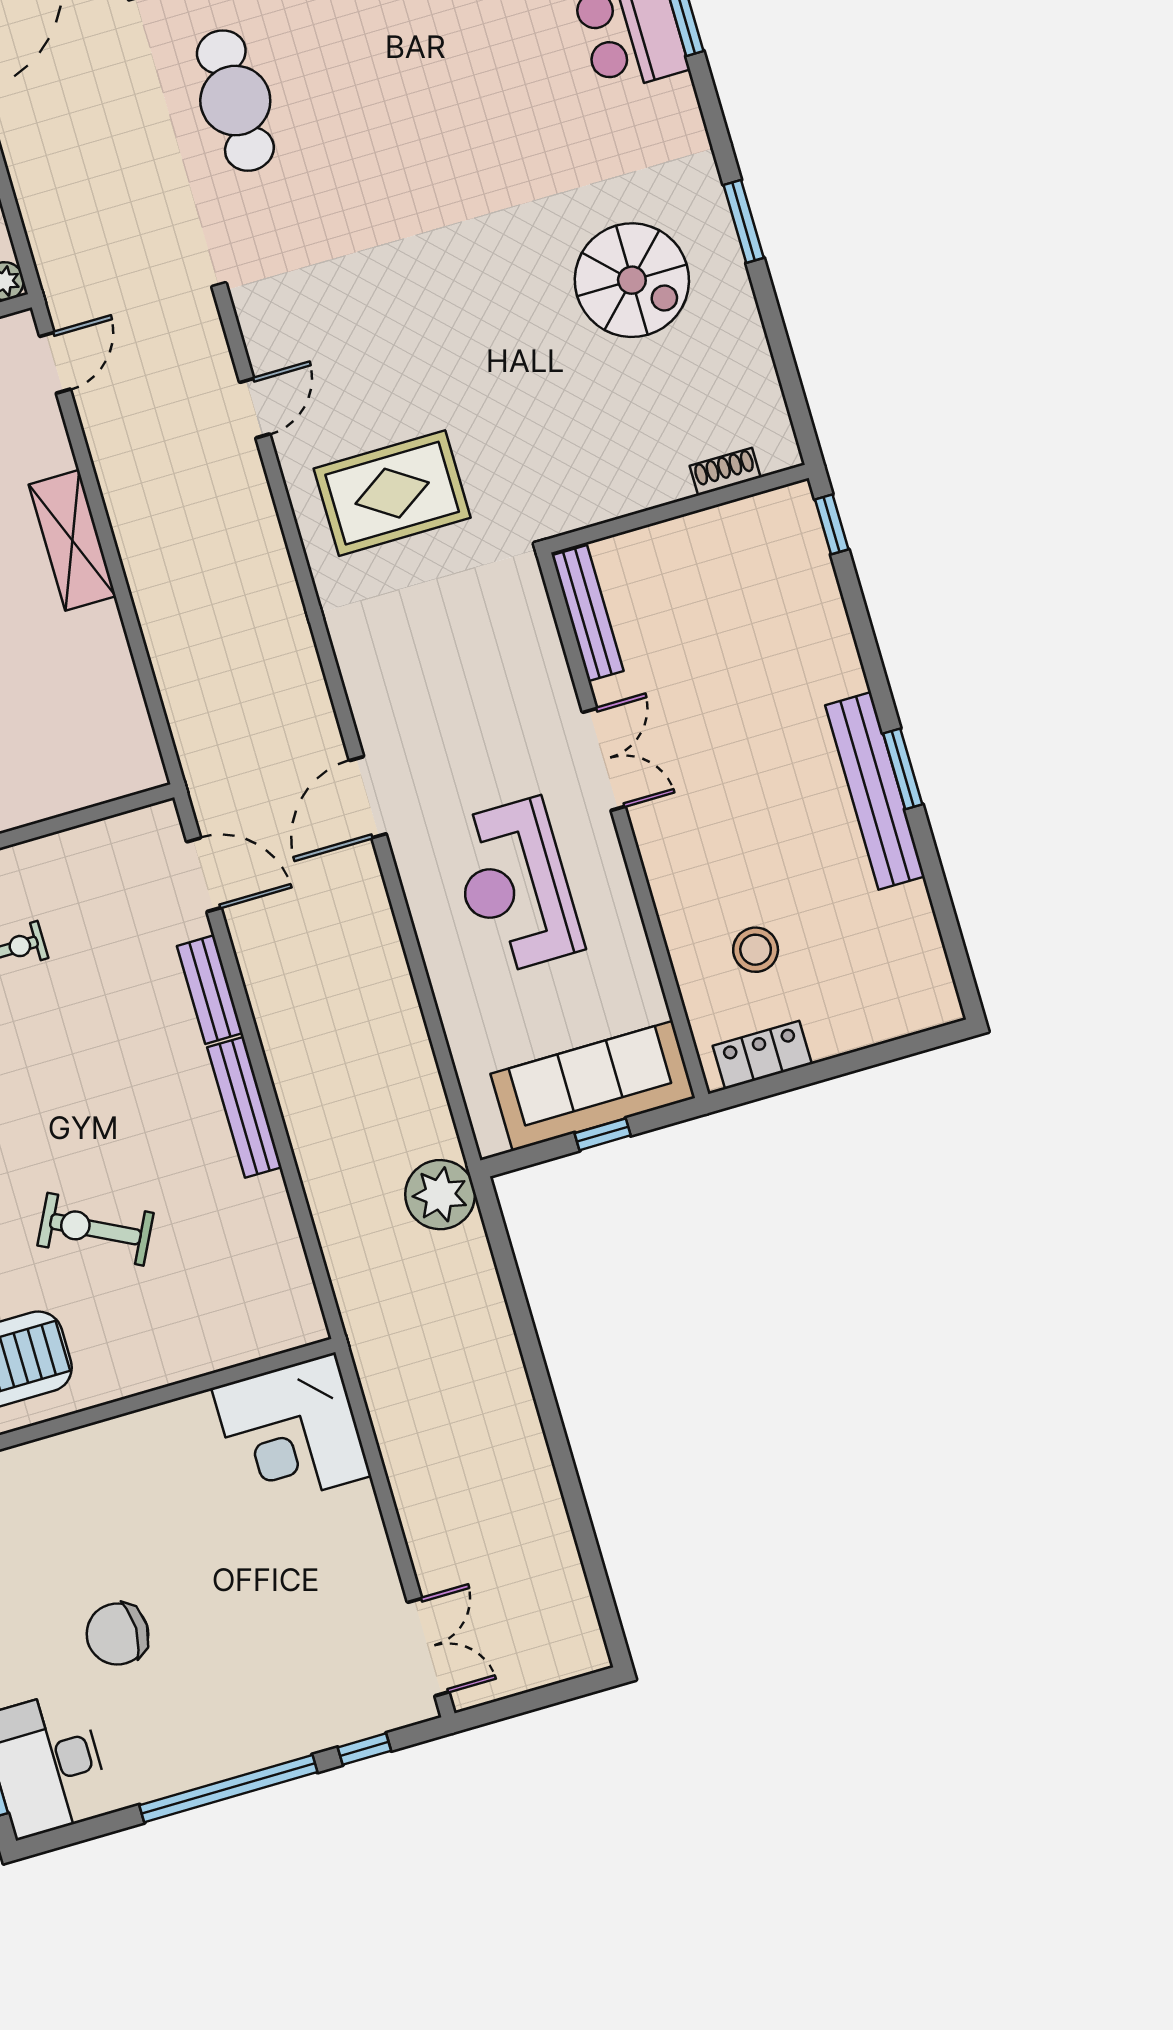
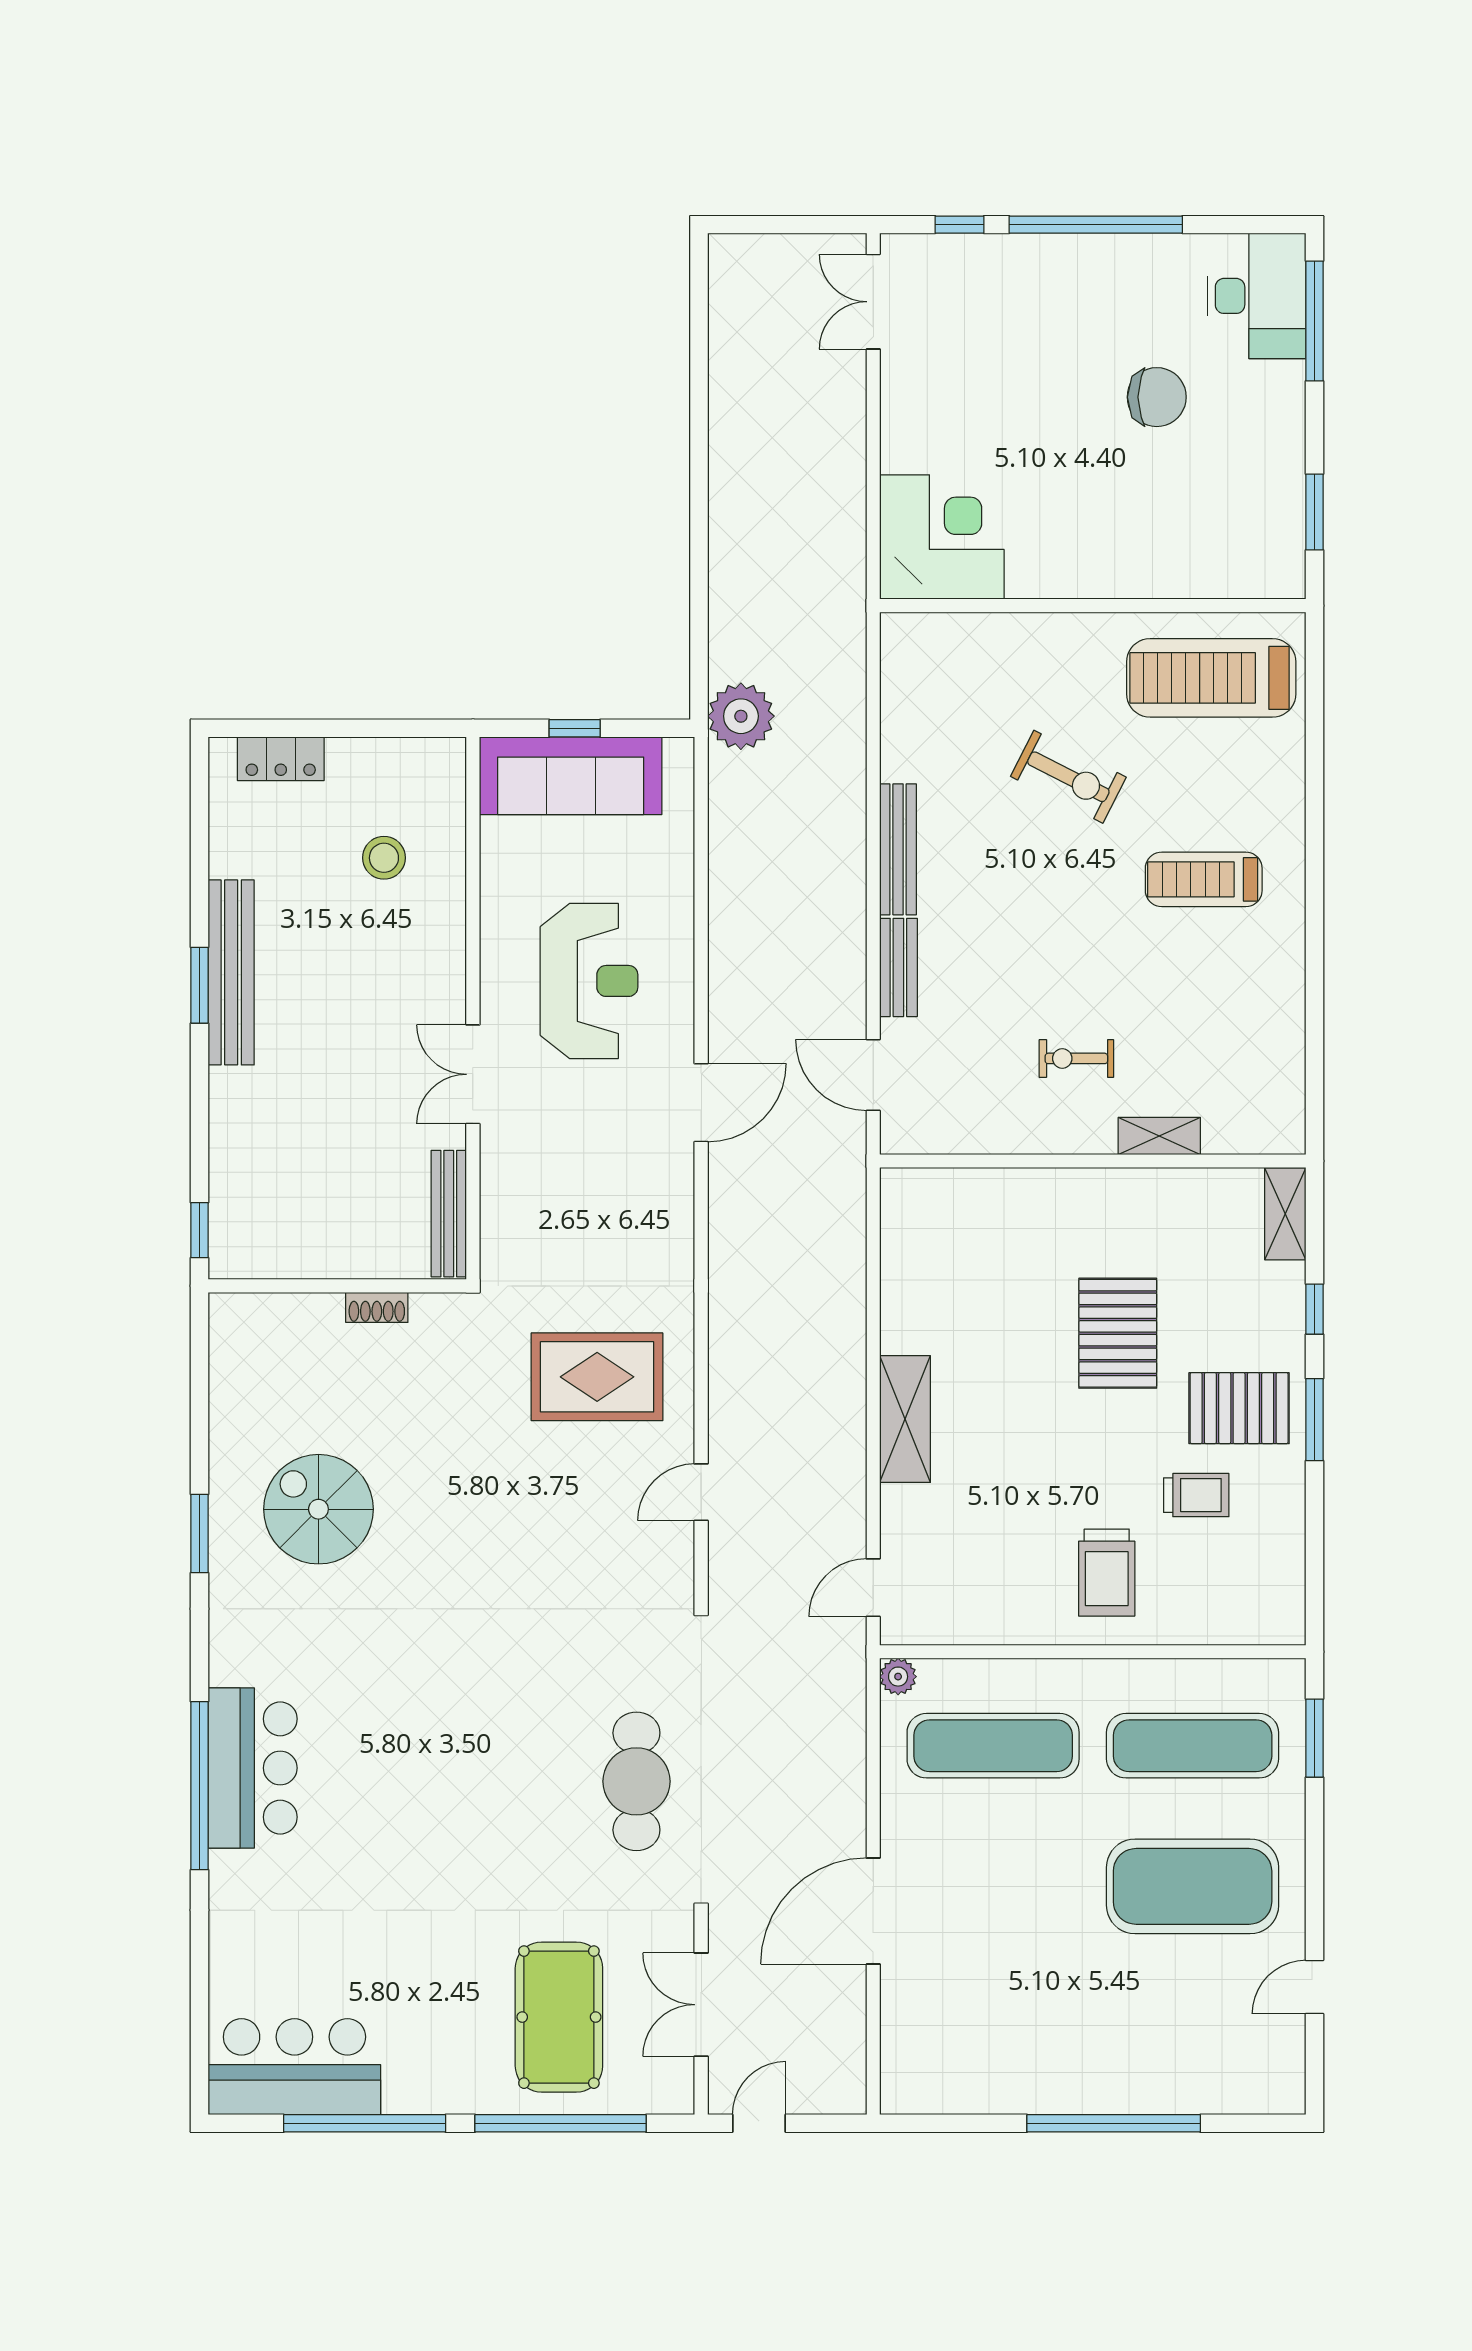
shoe rack: (725, 472) -> (377, 1307), moved
locker: (762, 1055) -> (281, 759), moved

